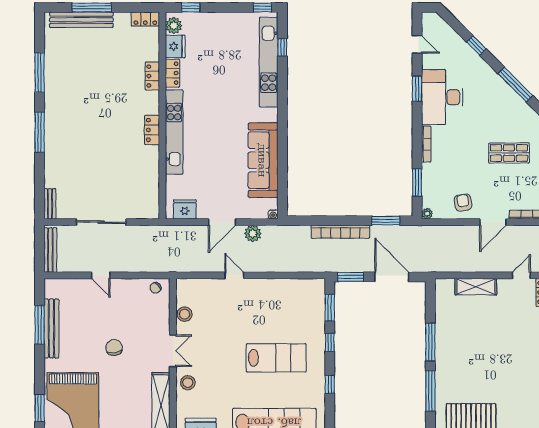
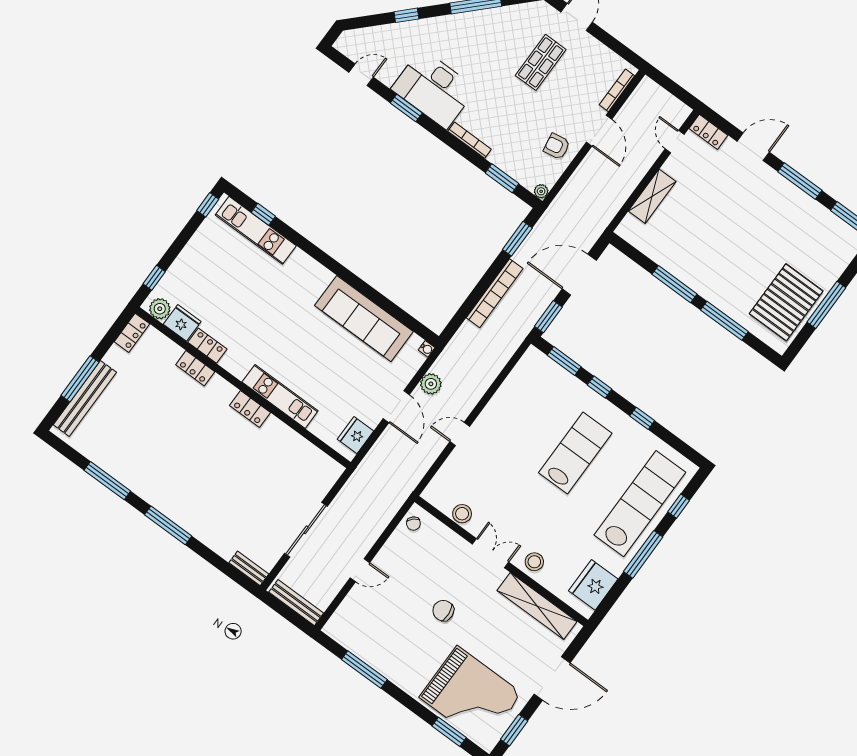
kitchen unit: (269, 62) -> (256, 230), width x0.73
kitchen unit: (174, 132) -> (280, 396), width x0.73
bench: (51, 328) -> (377, 660), removed

